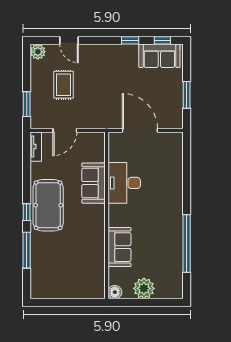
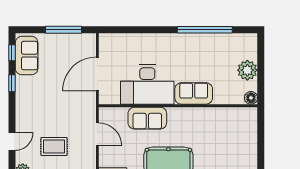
window: (187, 95) -> (64, 30), width x1.44
door: (65, 130) -> (97, 134), moved
desk: (124, 183) -> (147, 84), width x1.36, depth x1.30
sofa: (119, 247) -> (194, 93), moved

